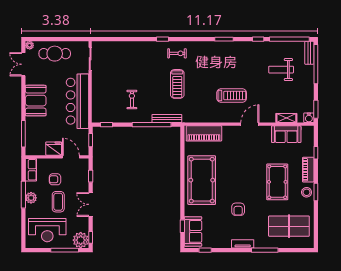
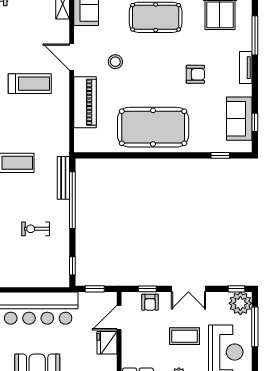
treadmill: (232, 96) -> (30, 84), turned 90
piano: (204, 133) -> (85, 102), moved
stool: (247, 154) -> (115, 62), added
armchair: (55, 179) -> (150, 302), moved
sofa: (193, 231) -> (239, 119), moved, turned -90

